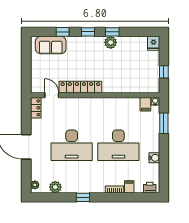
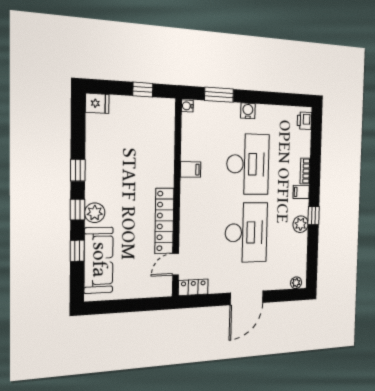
plant: (111, 42) -> (95, 213), moved
sofa: (51, 45) -> (99, 260), width x1.36
filing cabinet: (145, 104) -> (191, 169), moved
water cooler: (154, 158) -> (248, 111), moved
plant: (55, 187) -> (301, 224), moved
filing cabinet: (129, 187) -> (301, 192), moved

